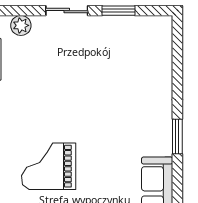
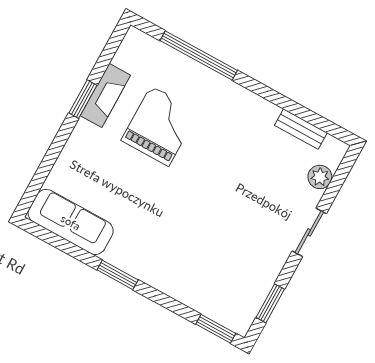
window: (118, 11) -> (270, 303), moved
window: (177, 41) -> (216, 329), added

